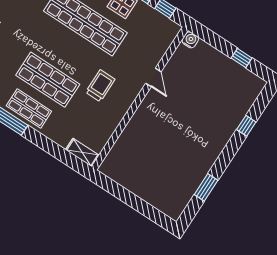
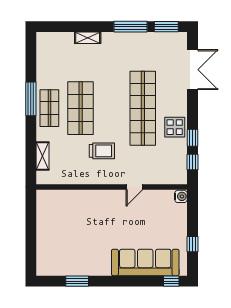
sofa: (230, 113) -> (145, 262), added
window: (246, 126) -> (171, 281), moved
shelving: (82, 152) -> (42, 156), moved

